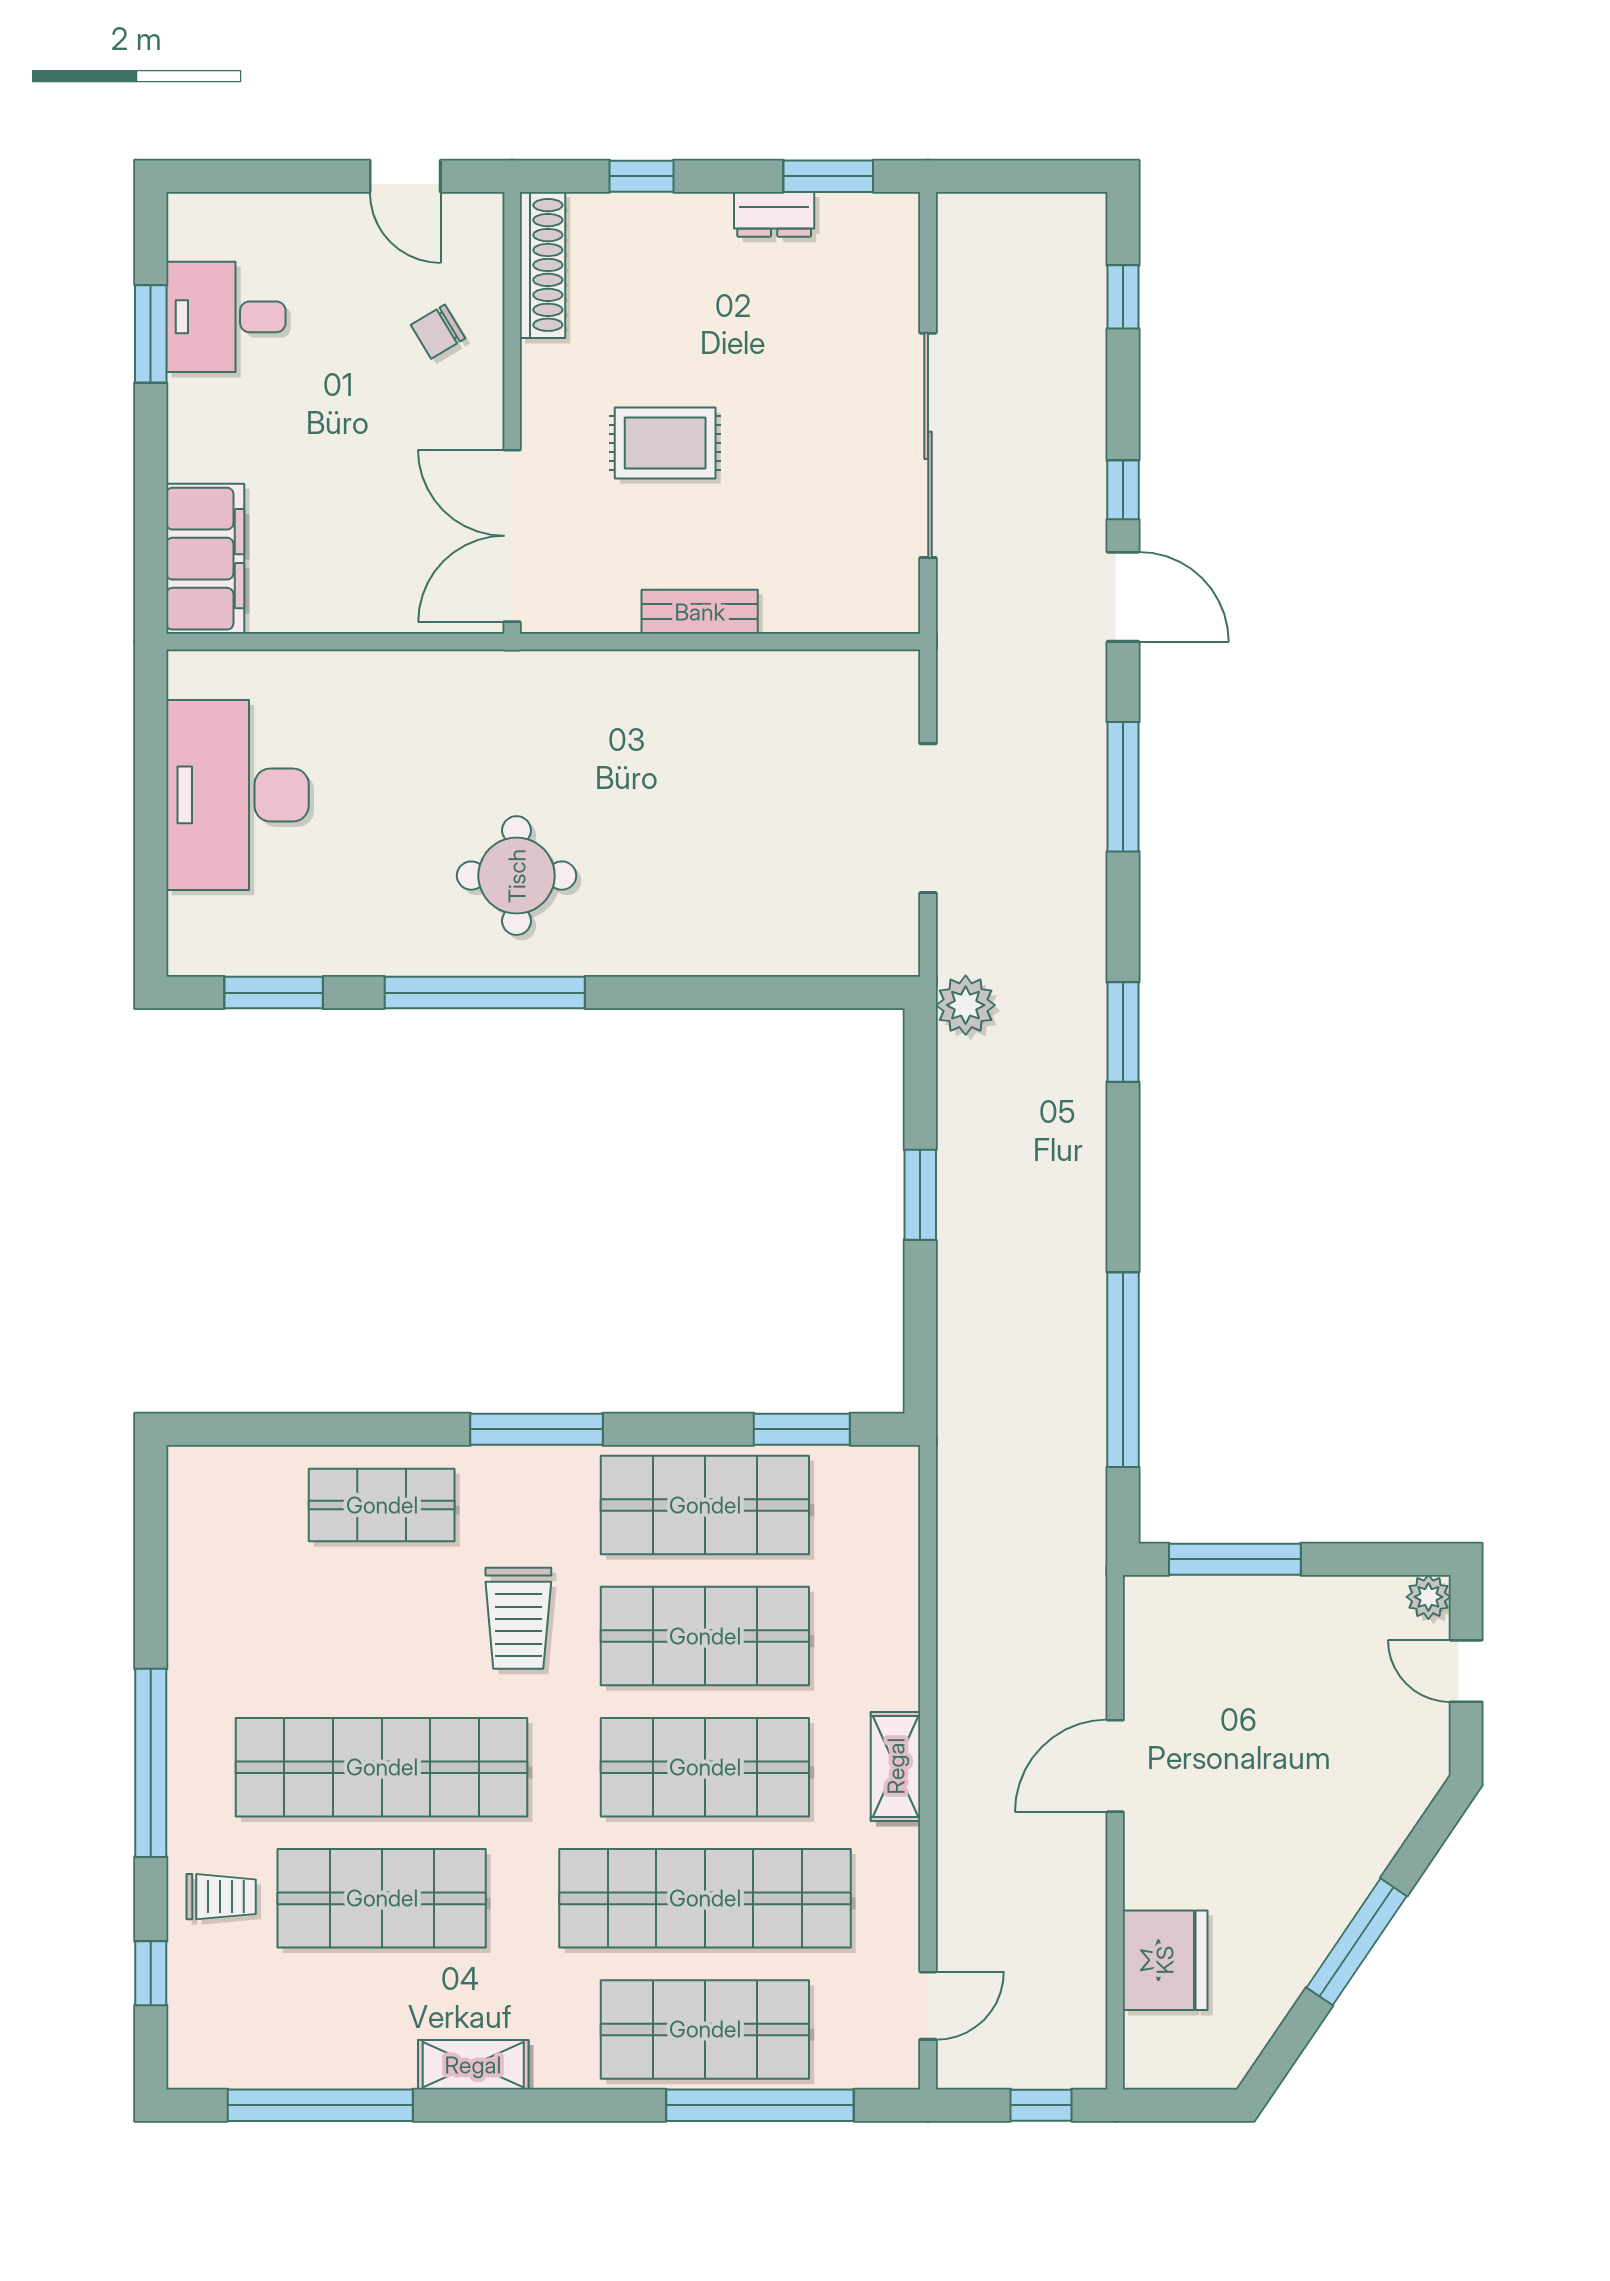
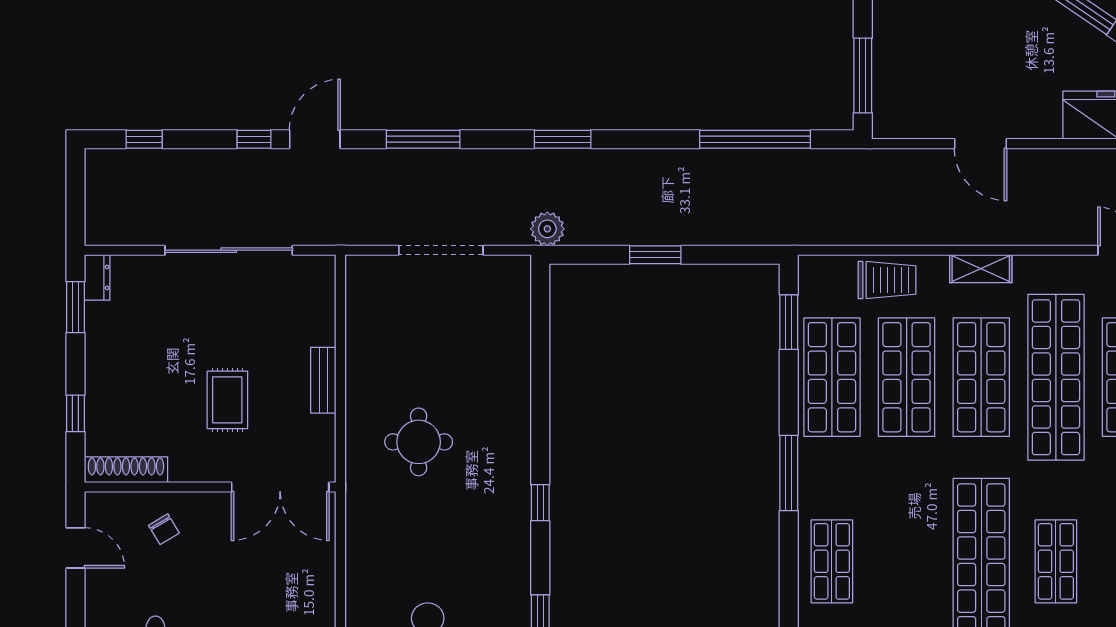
door: (405, 176) -> (75, 548), hinge flipped
dresser: (774, 214) -> (97, 277), moved
round table: (517, 876) -> (419, 442), moved
window: (485, 993) -> (540, 503), width x0.32
trolley: (518, 1618) -> (887, 280), moved
shop shelf: (382, 1898) -> (1056, 561), width x0.70, depth x0.74

